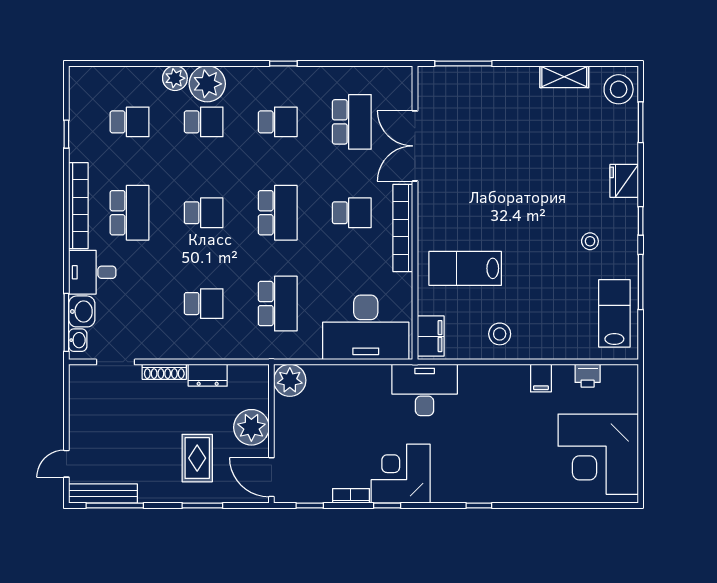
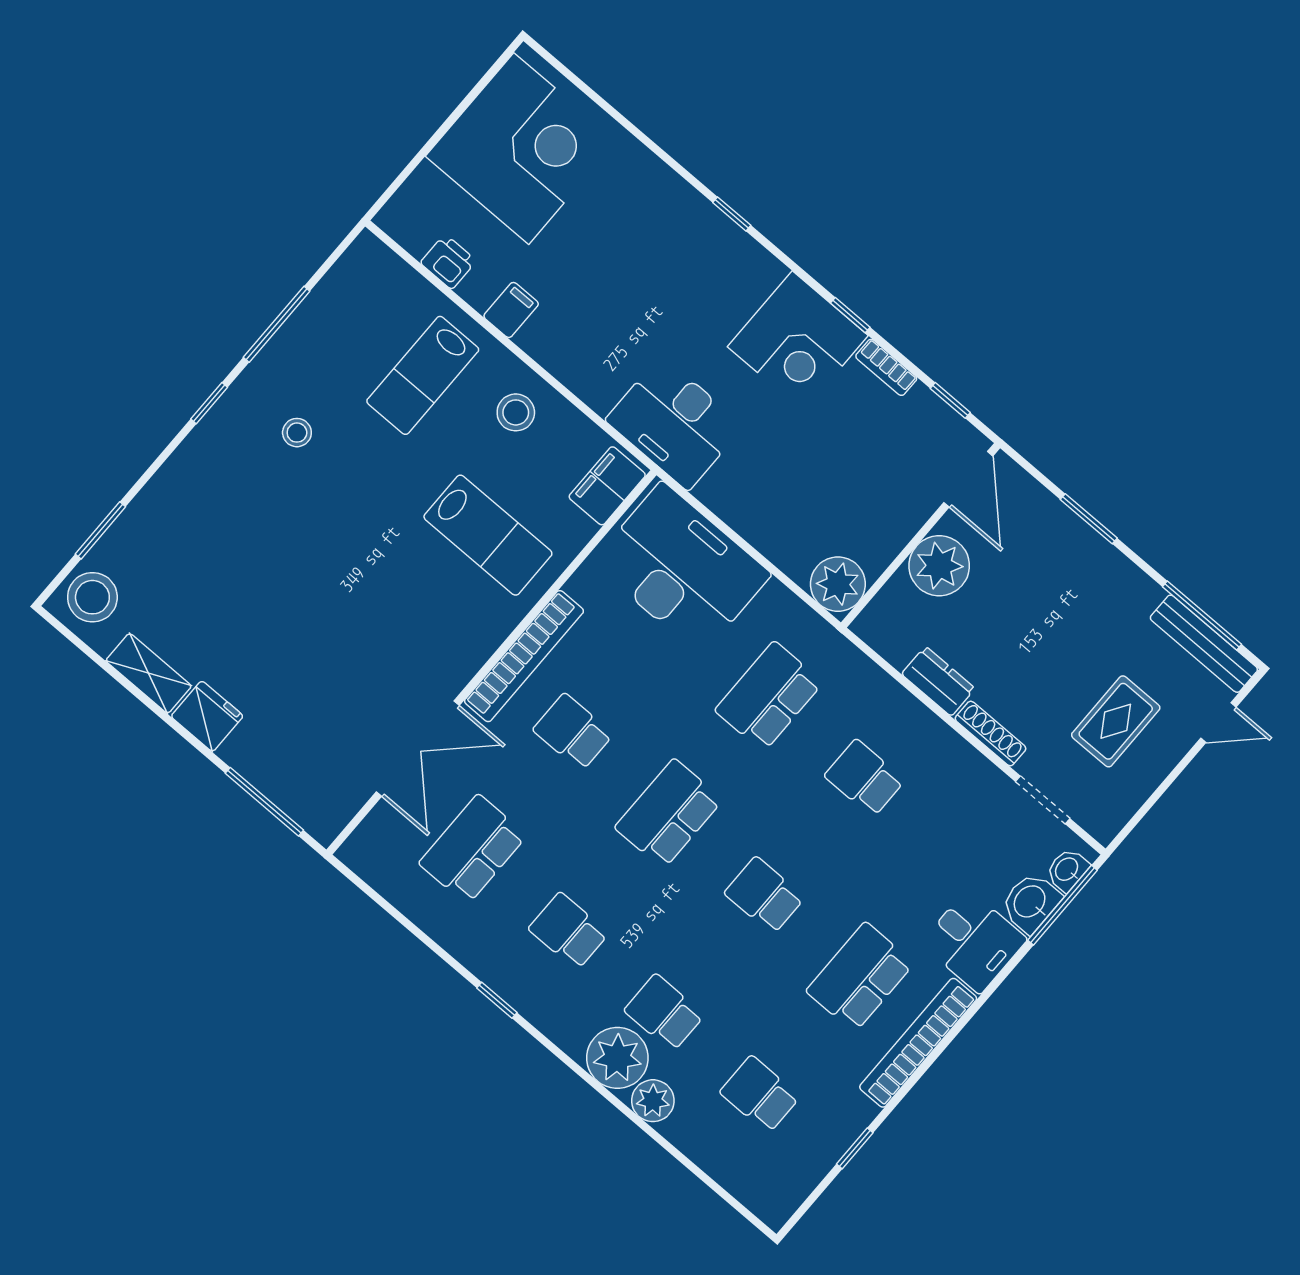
fridge: (624, 181) -> (207, 716), moved, turned -90
lab bench: (614, 313) -> (423, 375), moved
rug: (197, 458) -> (1116, 721), moved

